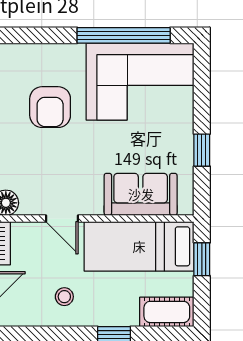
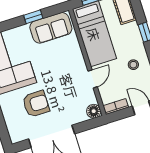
sofa: (141, 194) -> (51, 28), moved, turned -90

